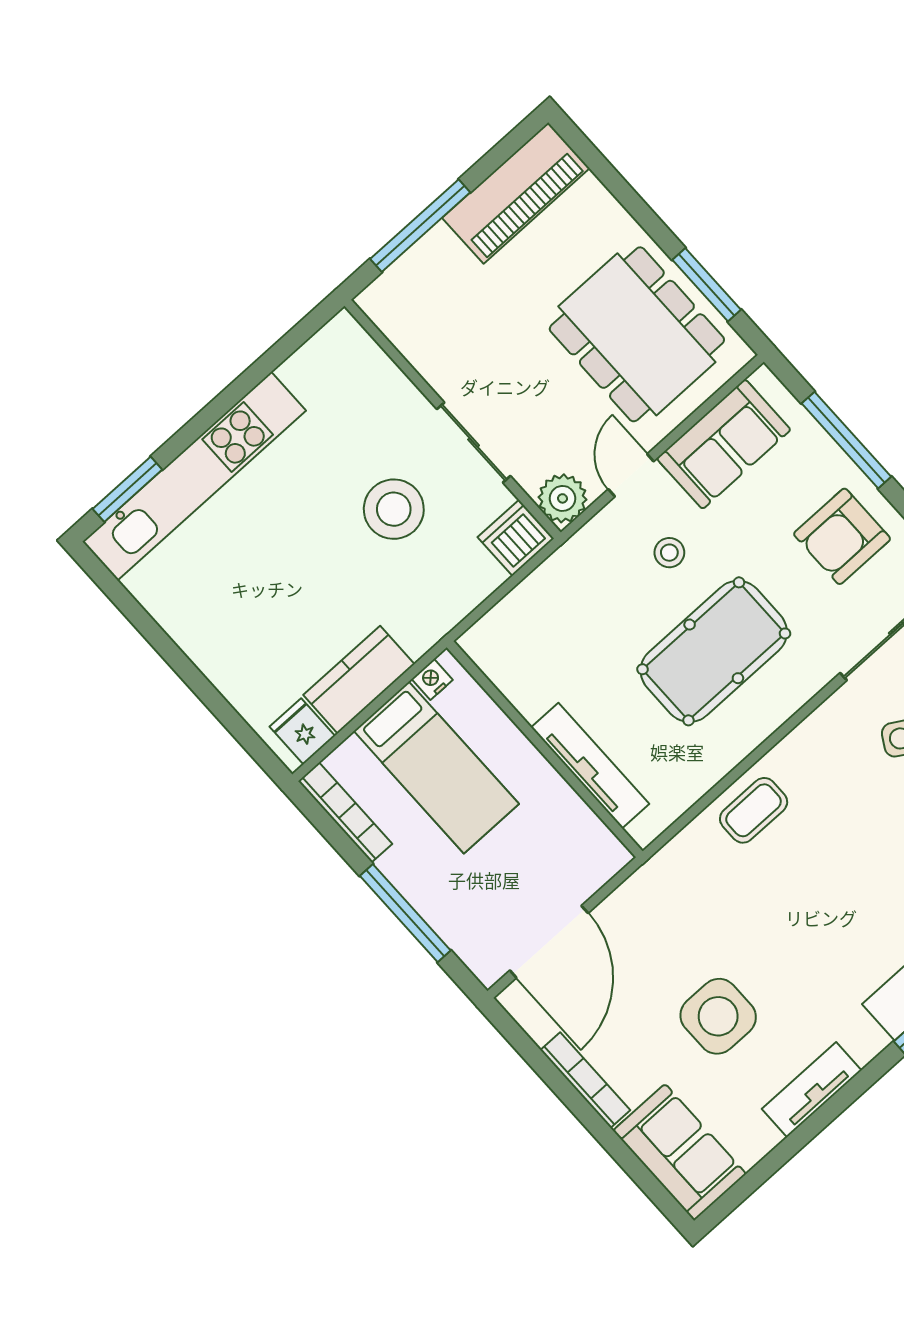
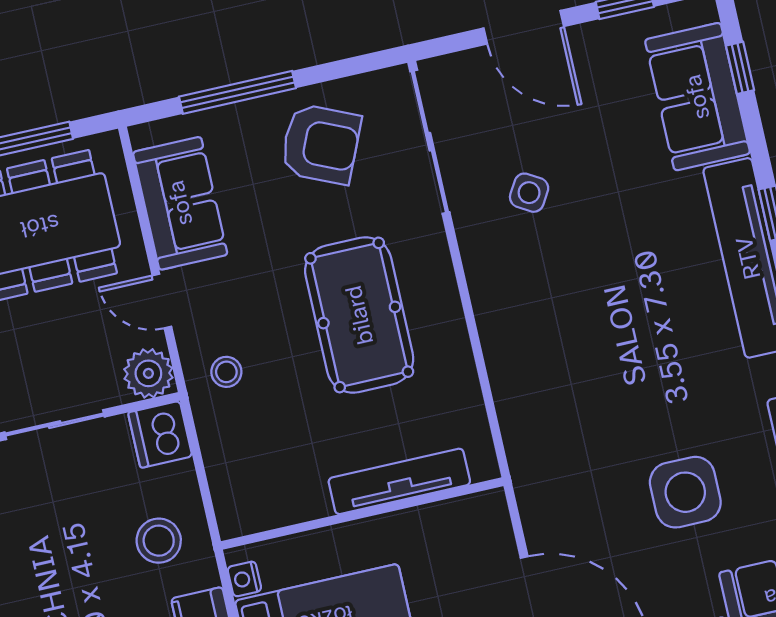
stool: (394, 509) -> (159, 541), moved, width x0.73, depth x0.73
armchair: (842, 536) -> (321, 144), turned -66
stool: (669, 553) -> (226, 372), moved
coffee table: (754, 810) -> (520, 359), removed

